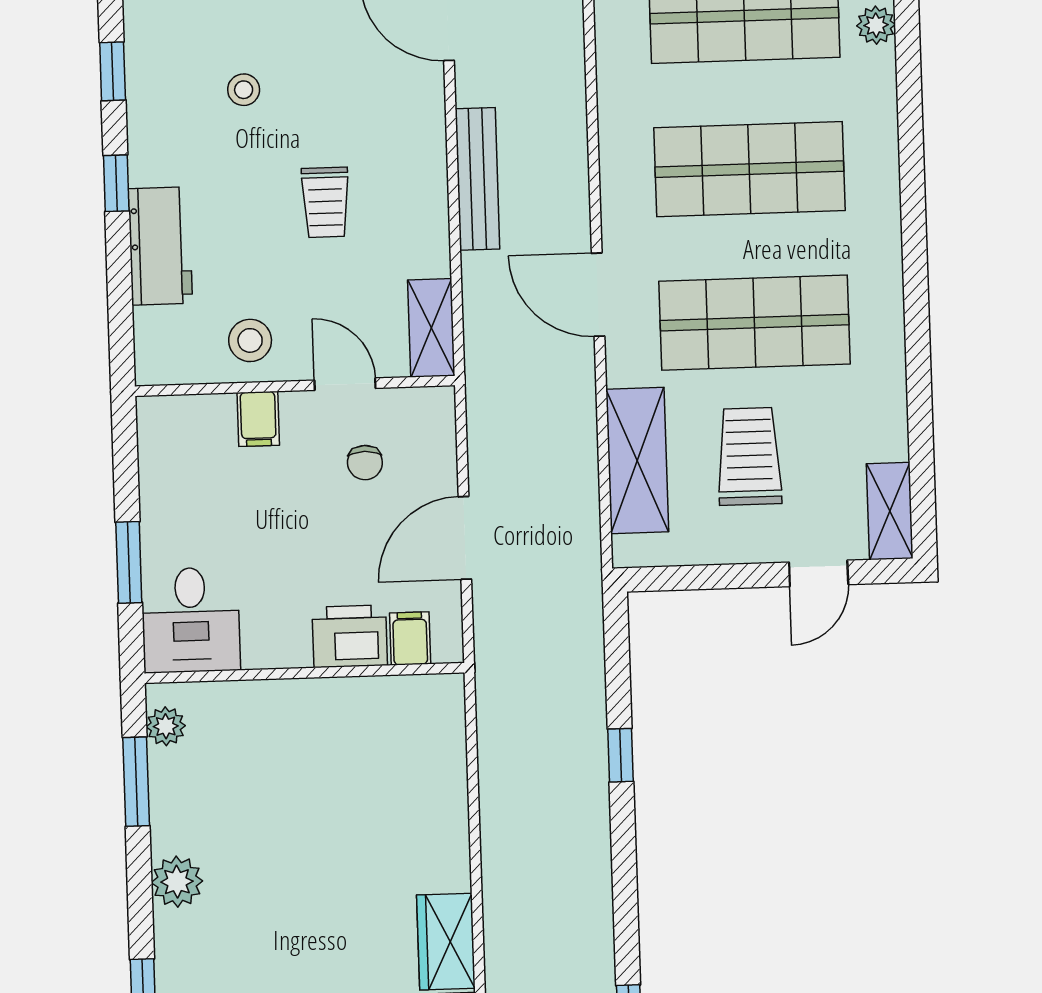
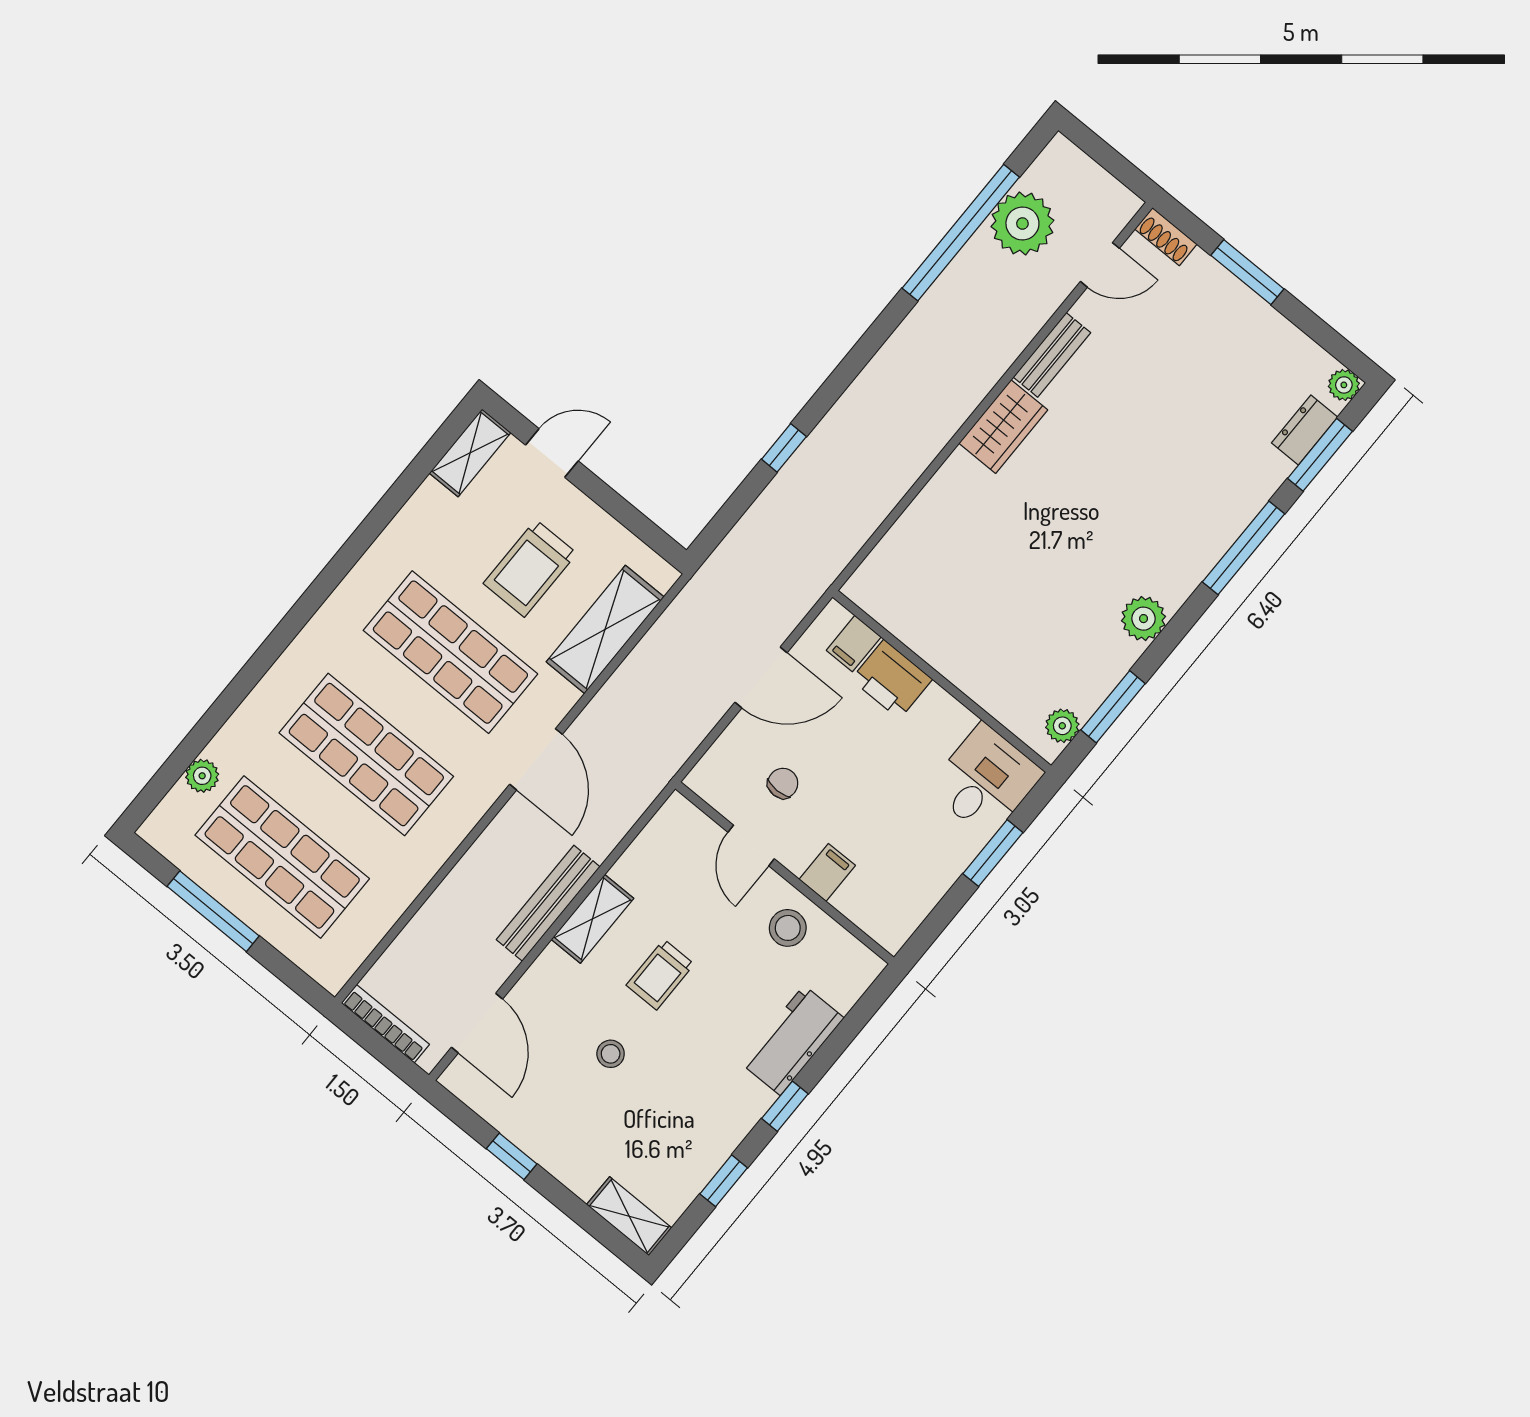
stool: (244, 90) -> (611, 1054), moved
trolley: (325, 202) -> (660, 975), turned 180
shelving: (431, 328) -> (593, 919), moved

